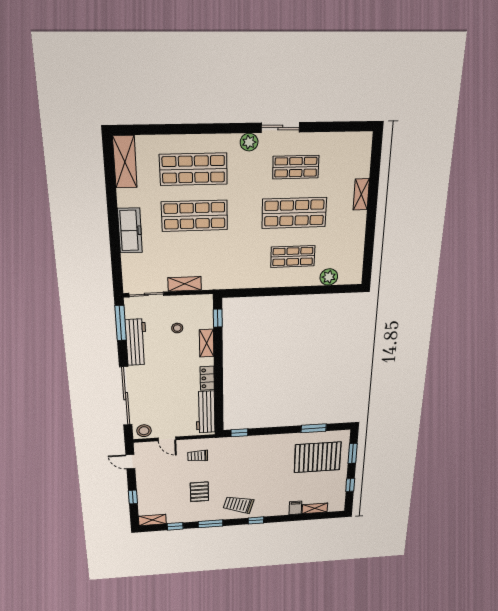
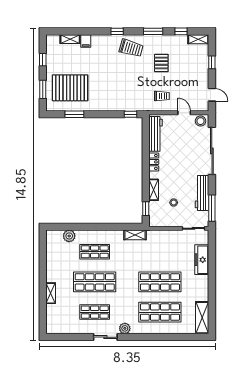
freezer: (130, 231) -> (202, 260), moved
shelving: (185, 284) -> (135, 235), moved

